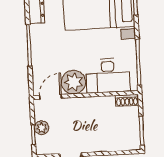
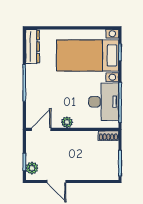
desk: (108, 76) -> (104, 102), moved, turned -90
plant: (73, 82) -> (67, 122), width x0.53, depth x0.53
plant: (42, 128) -> (32, 168), moved

